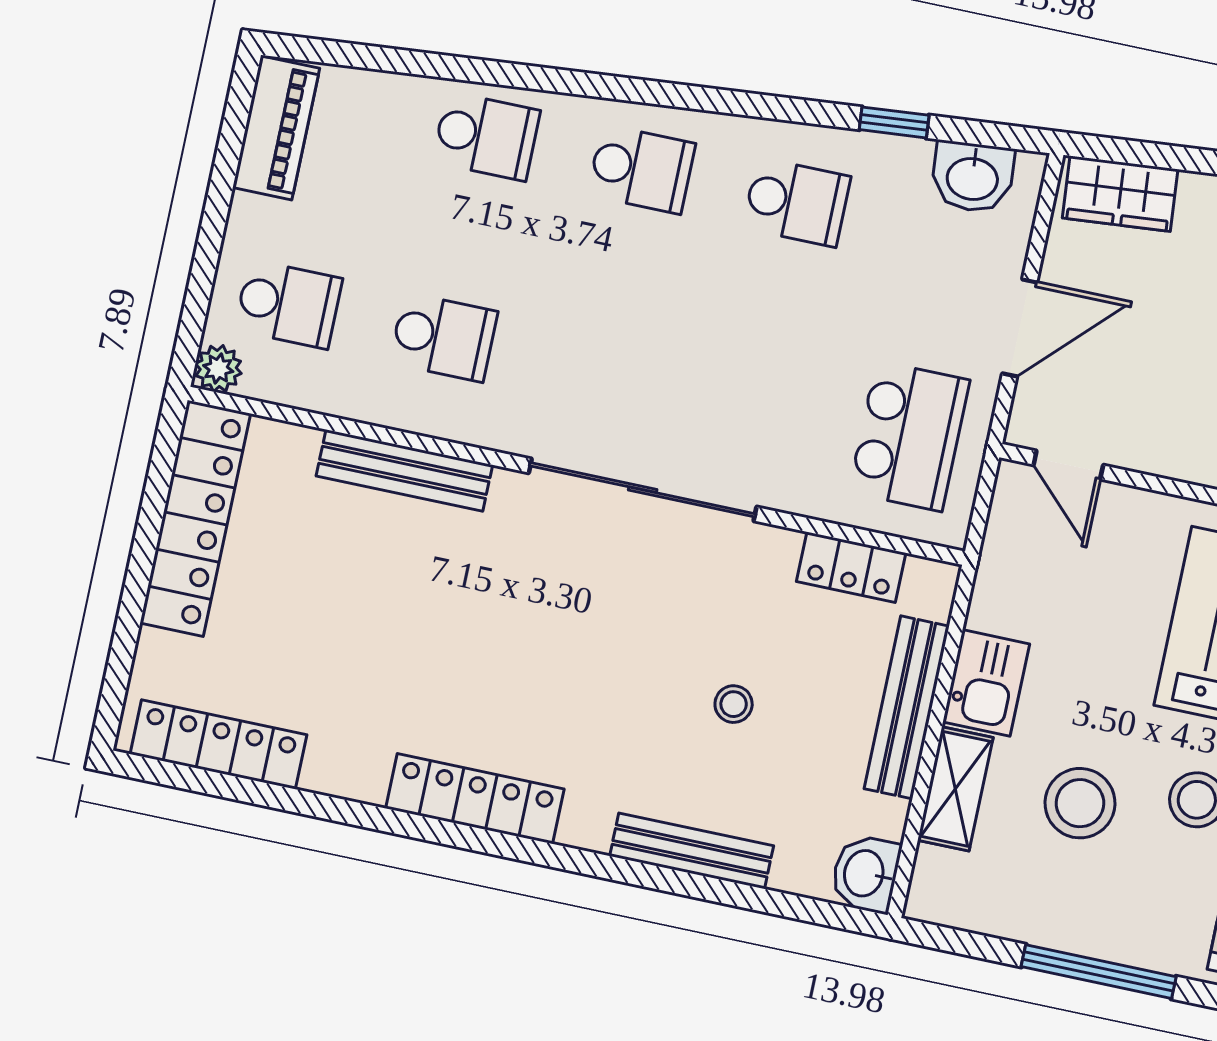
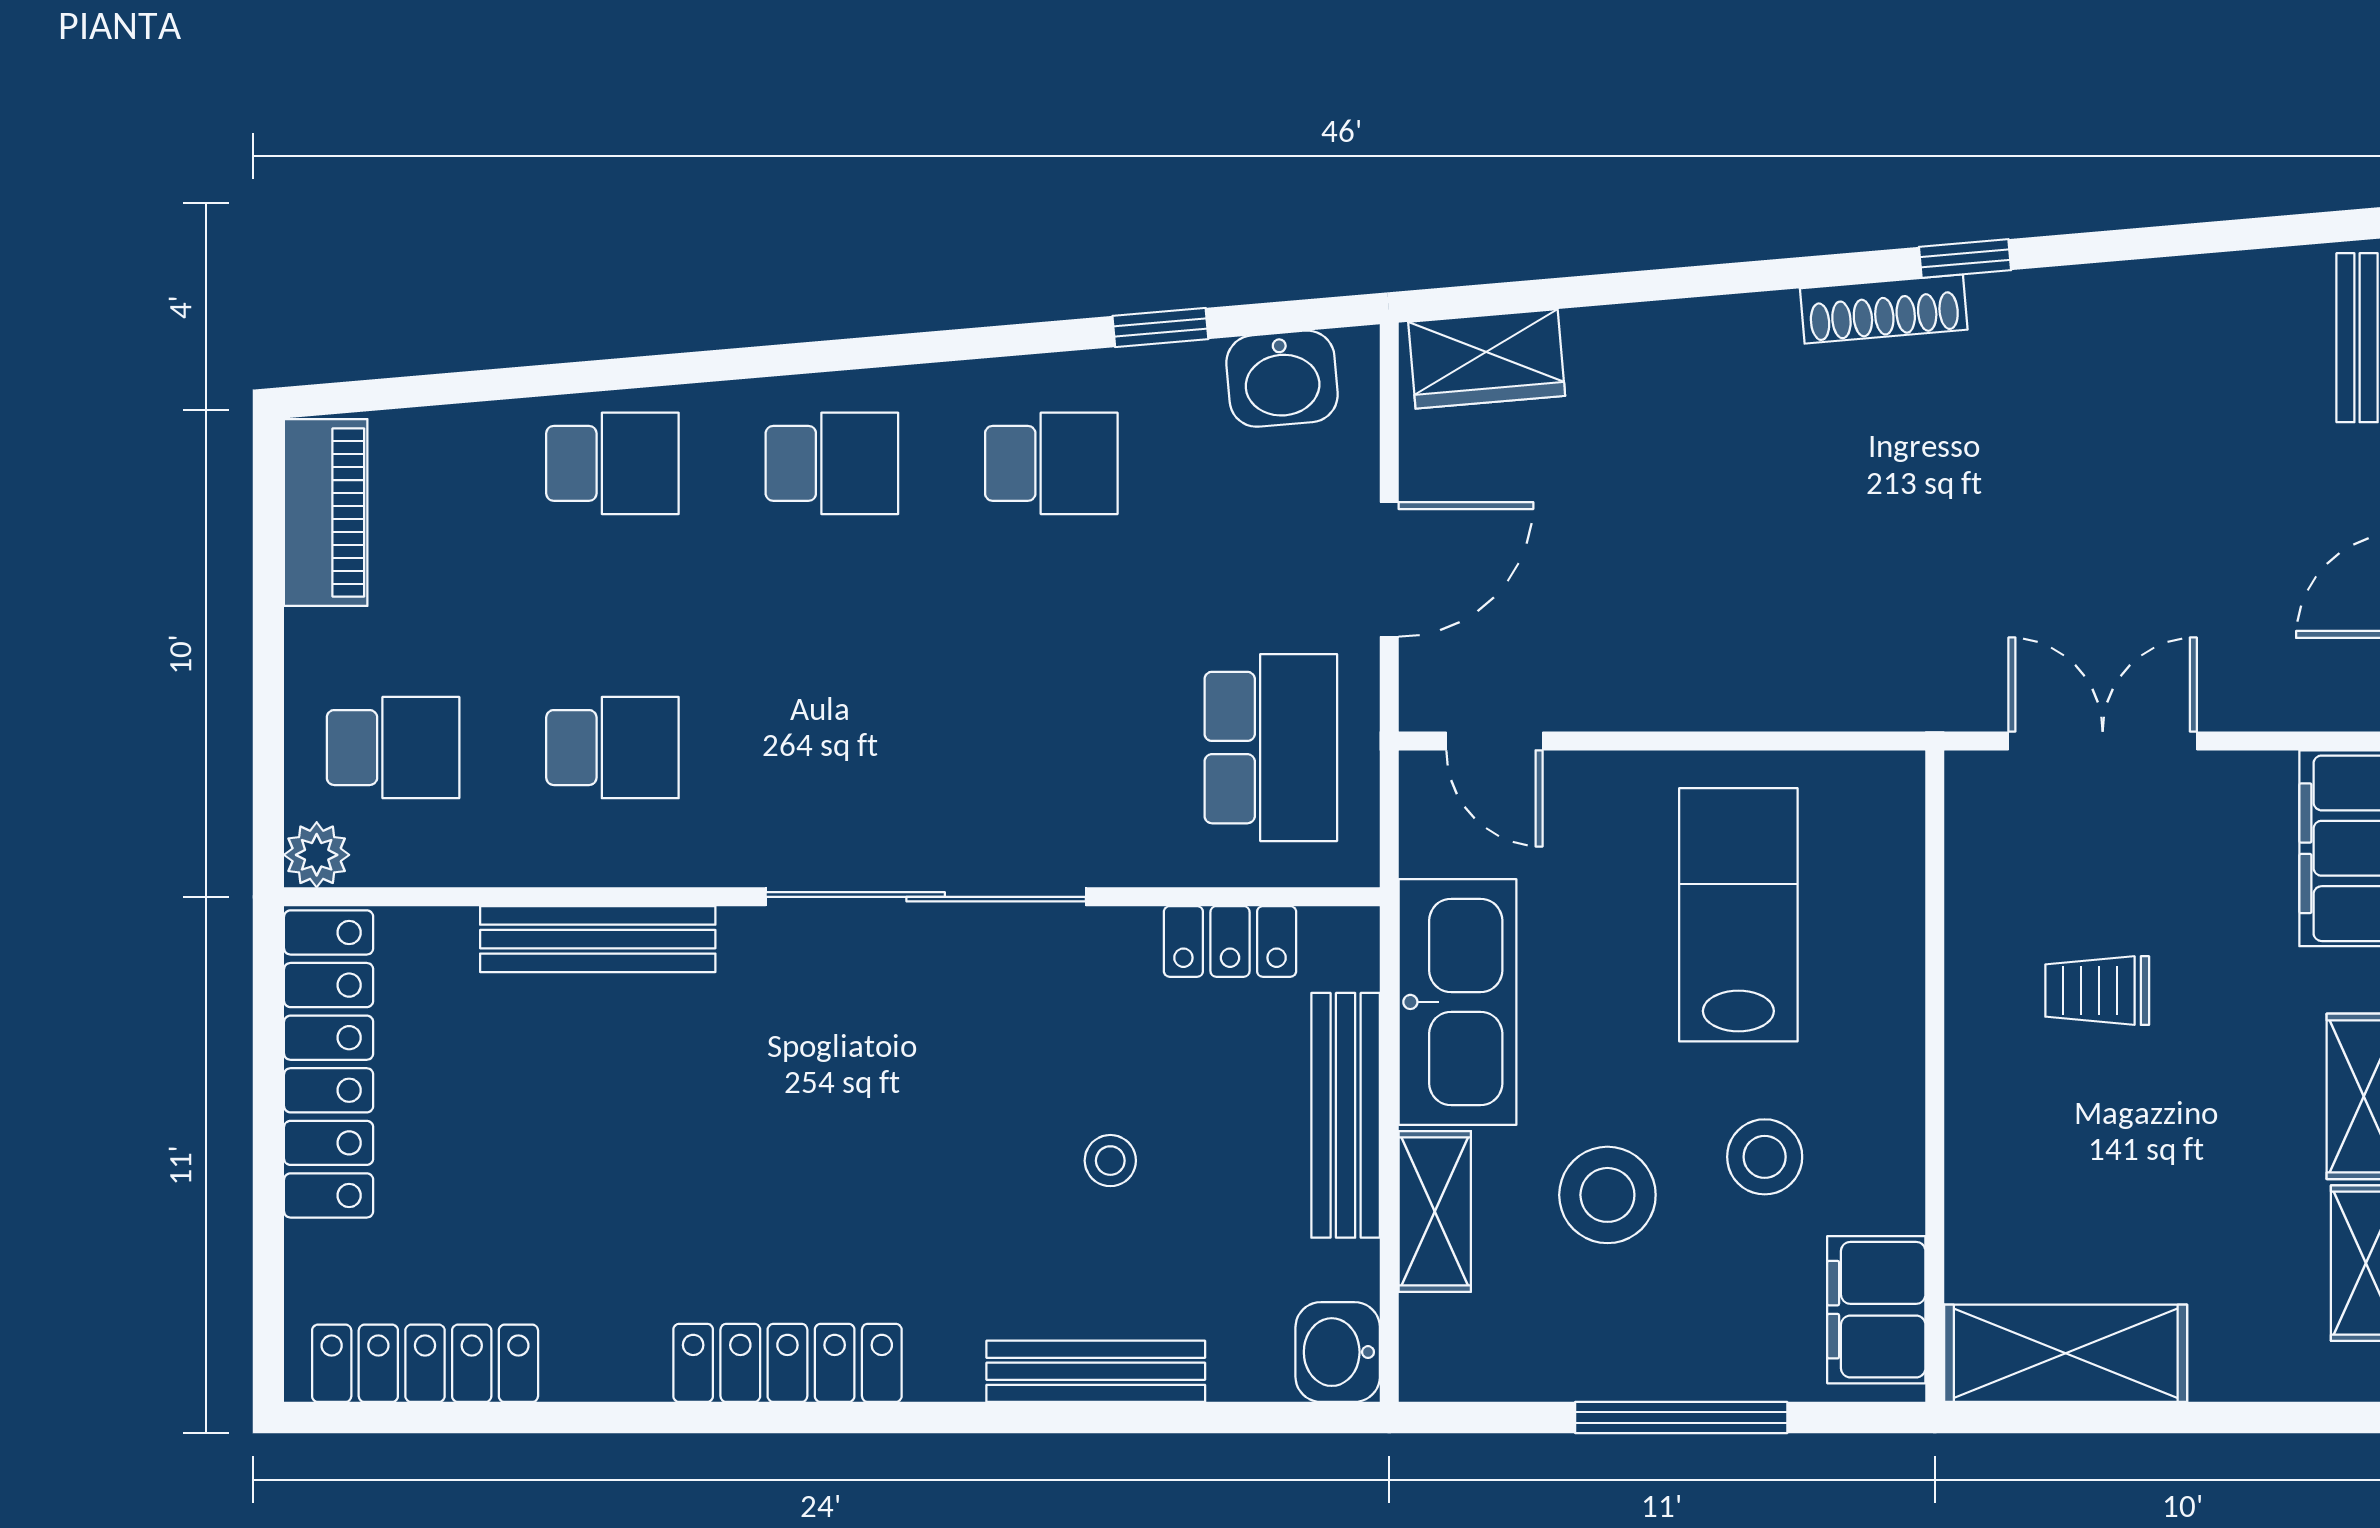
kitchen sink: (986, 683) -> (1458, 1002), width x1.87, depth x1.24

